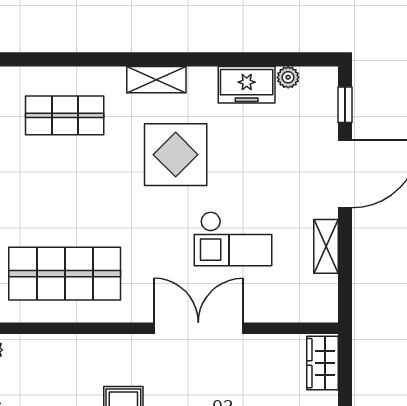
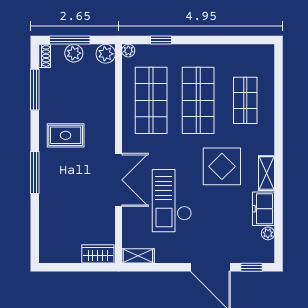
shelving: (156, 80) -> (267, 173), moved
shop shelf: (65, 194) -> (198, 100), added
checkout: (233, 239) -> (172, 201), width x1.36, depth x1.21
shelving: (326, 246) -> (138, 256), moved

